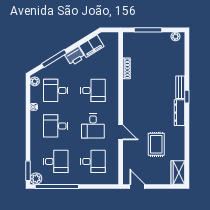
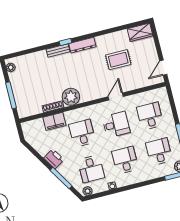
filing cabinet: (92, 46) -> (54, 121), moved, turned 122
plant: (132, 88) -> (71, 97), added
desk: (56, 126) -> (125, 160), turned 180

